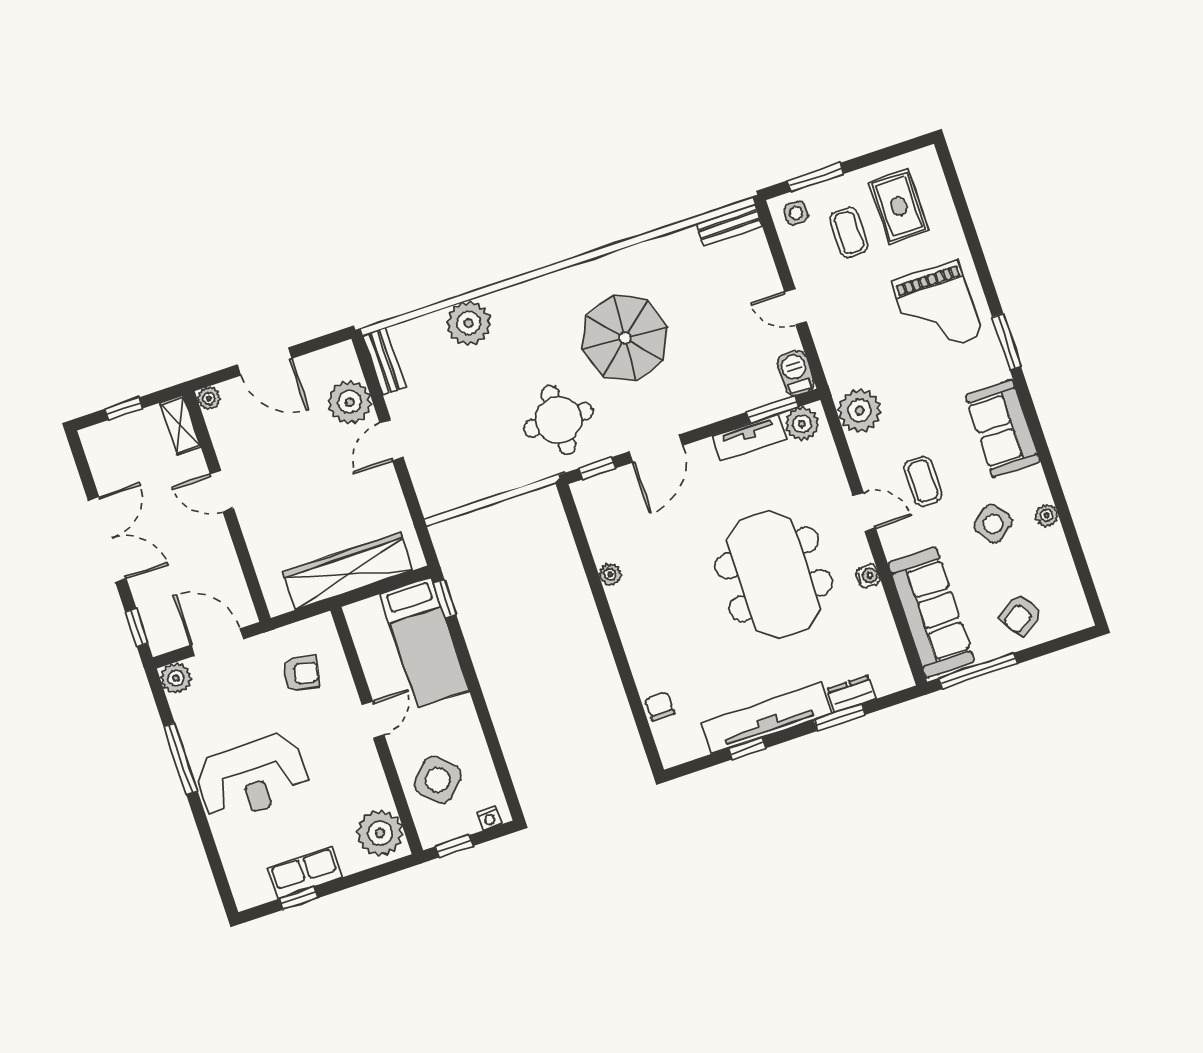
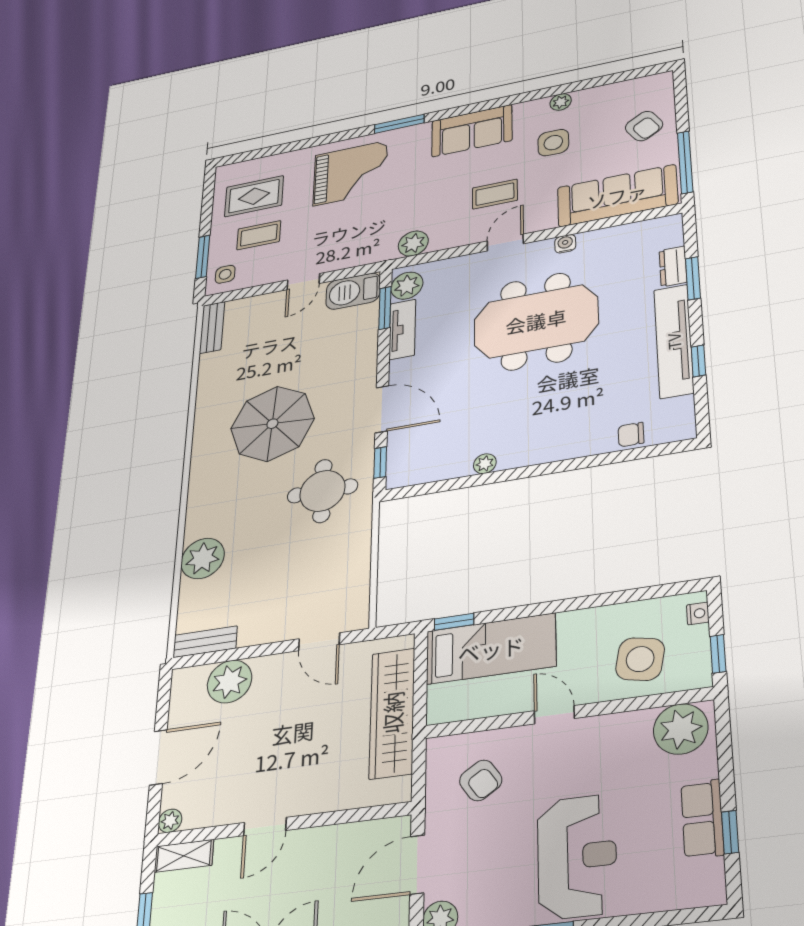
barbecue: (796, 373) -> (353, 291), width x1.38, depth x1.27
plant: (859, 411) -> (413, 243), width x0.73, depth x0.73
door: (392, 440) -> (319, 642), moved
side table: (993, 524) -> (553, 143), turned 36
armchair: (302, 673) -> (481, 780), turned 134
side table: (438, 780) -> (640, 659), turned -33

